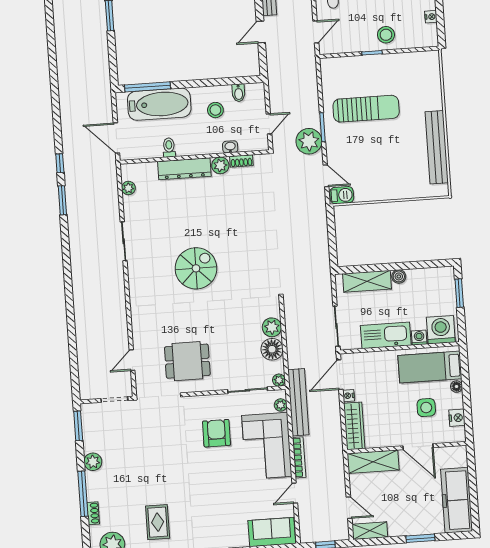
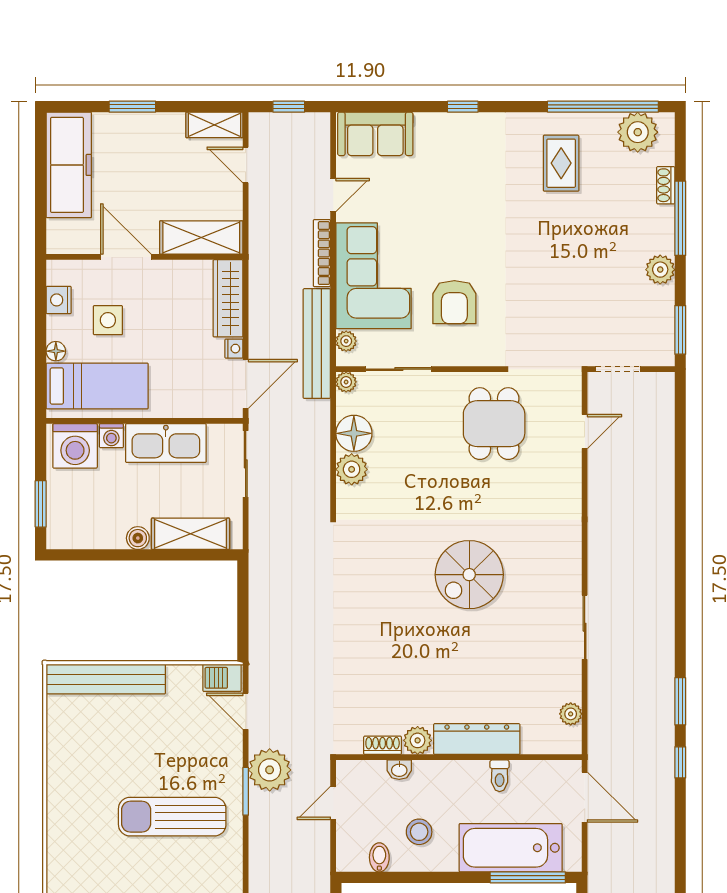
bench: (437, 147) -> (106, 679), moved, turned 90
dining table: (187, 361) -> (494, 424), turned 90

